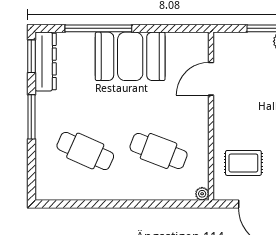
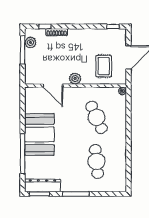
plant: (223, 115) -> (75, 79), added
cafe table: (85, 151) -> (96, 161), turned -30
cafe table: (159, 151) -> (96, 117), turned -45

